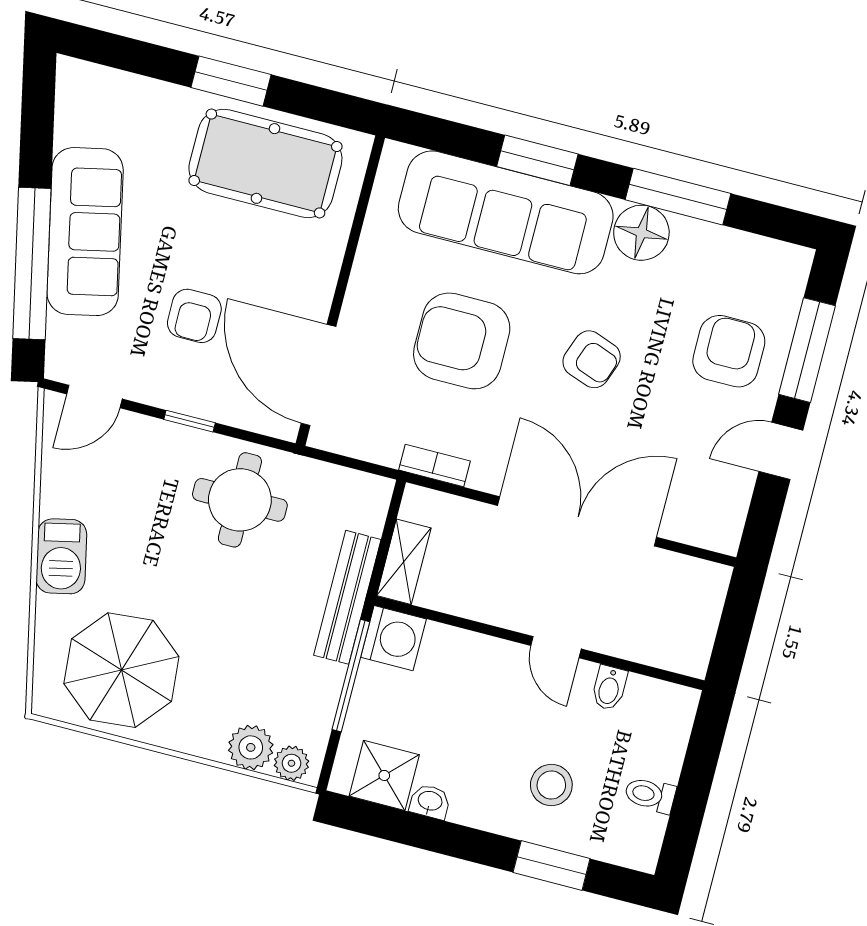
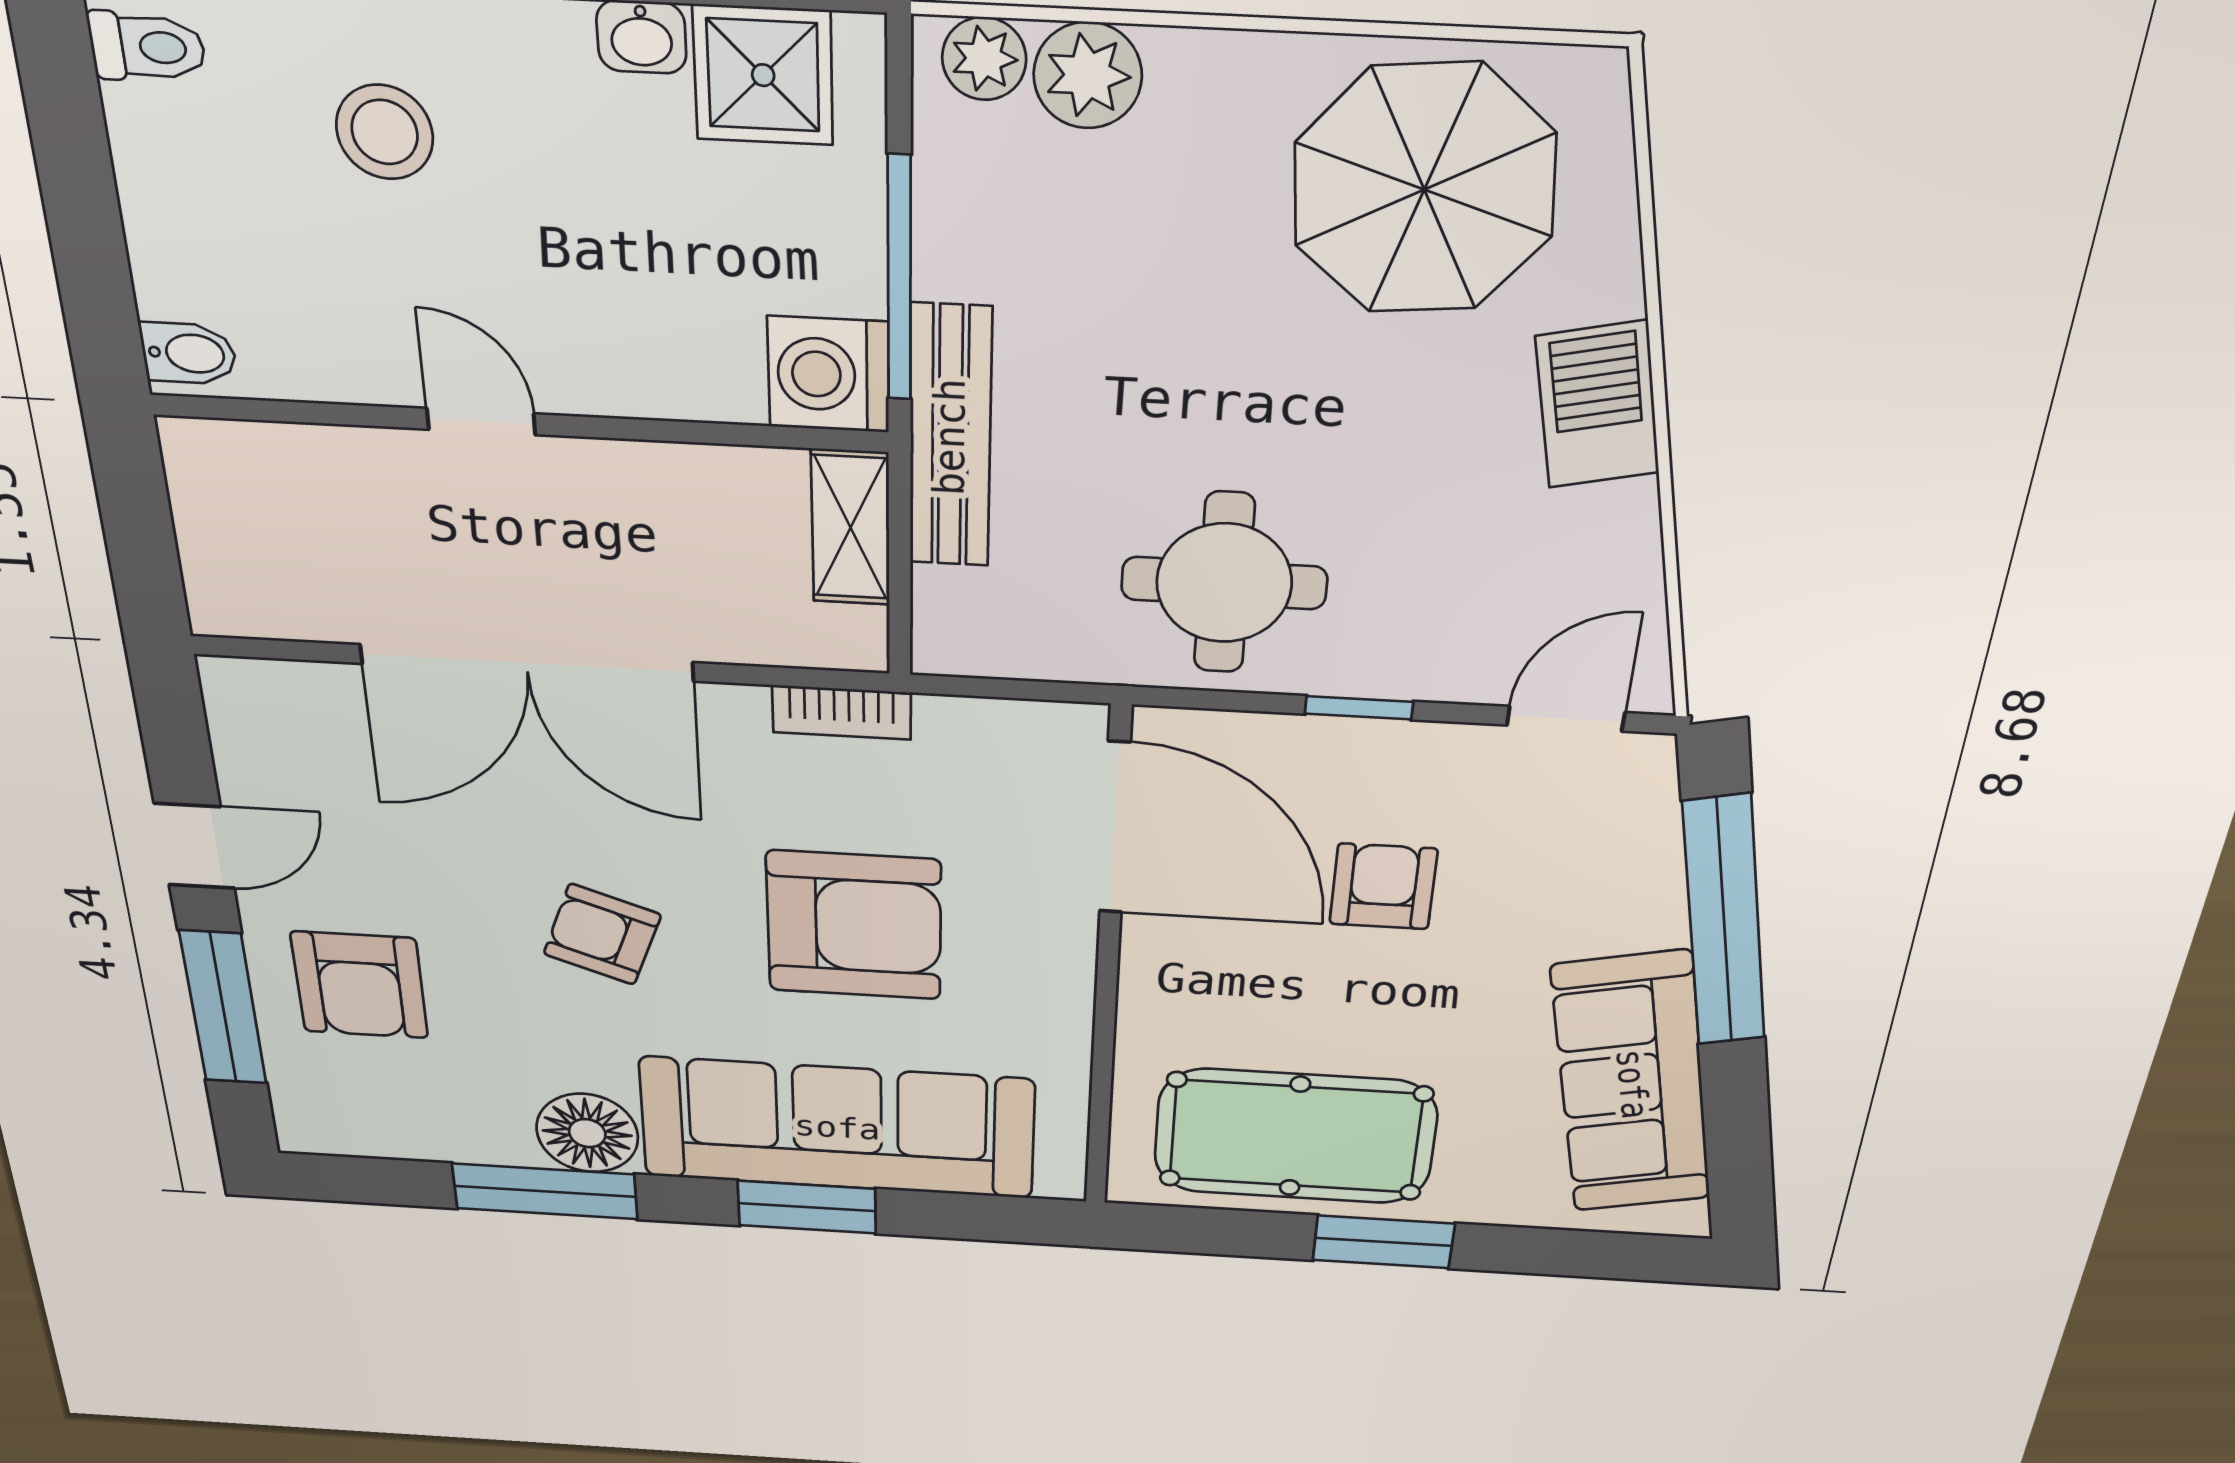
sofa: (85, 232) -> (1632, 1084), moved
bidet: (609, 688) -> (189, 353), moved, turned 90
toilet: (650, 795) -> (147, 47), moved

